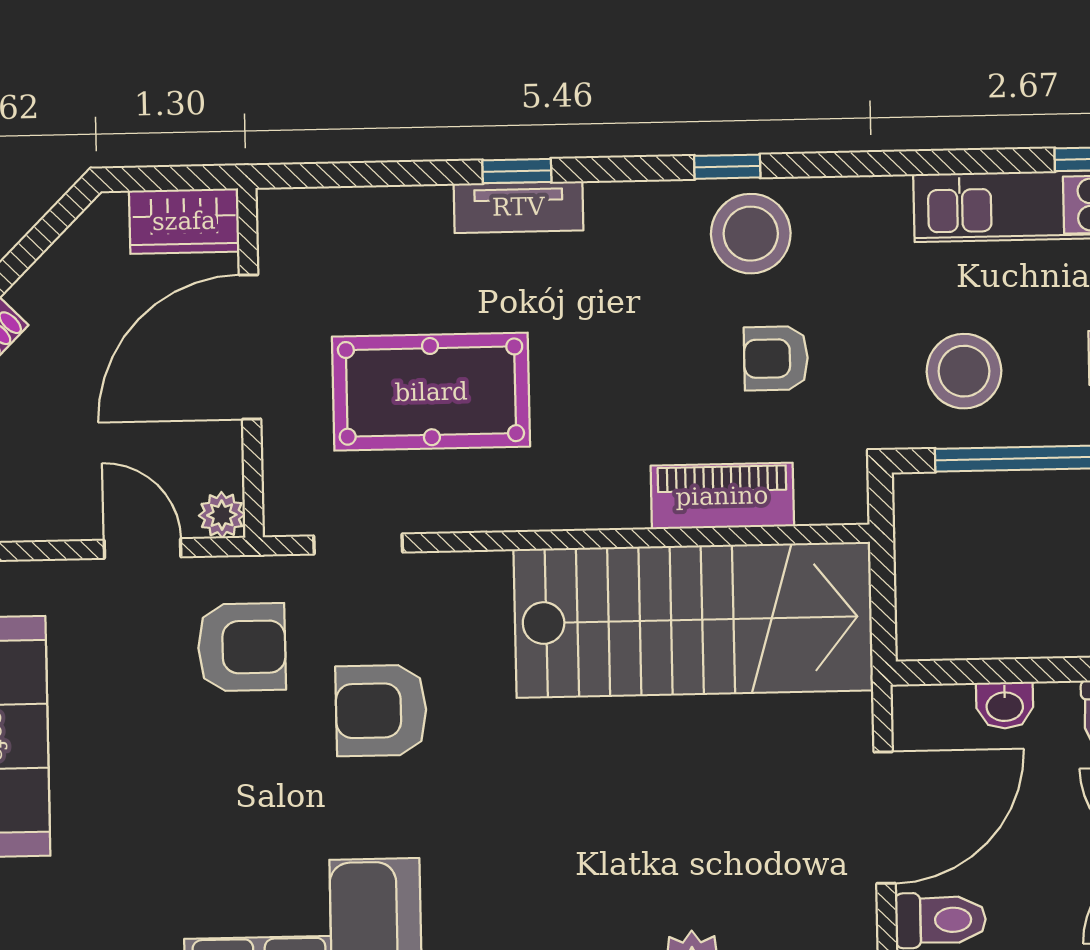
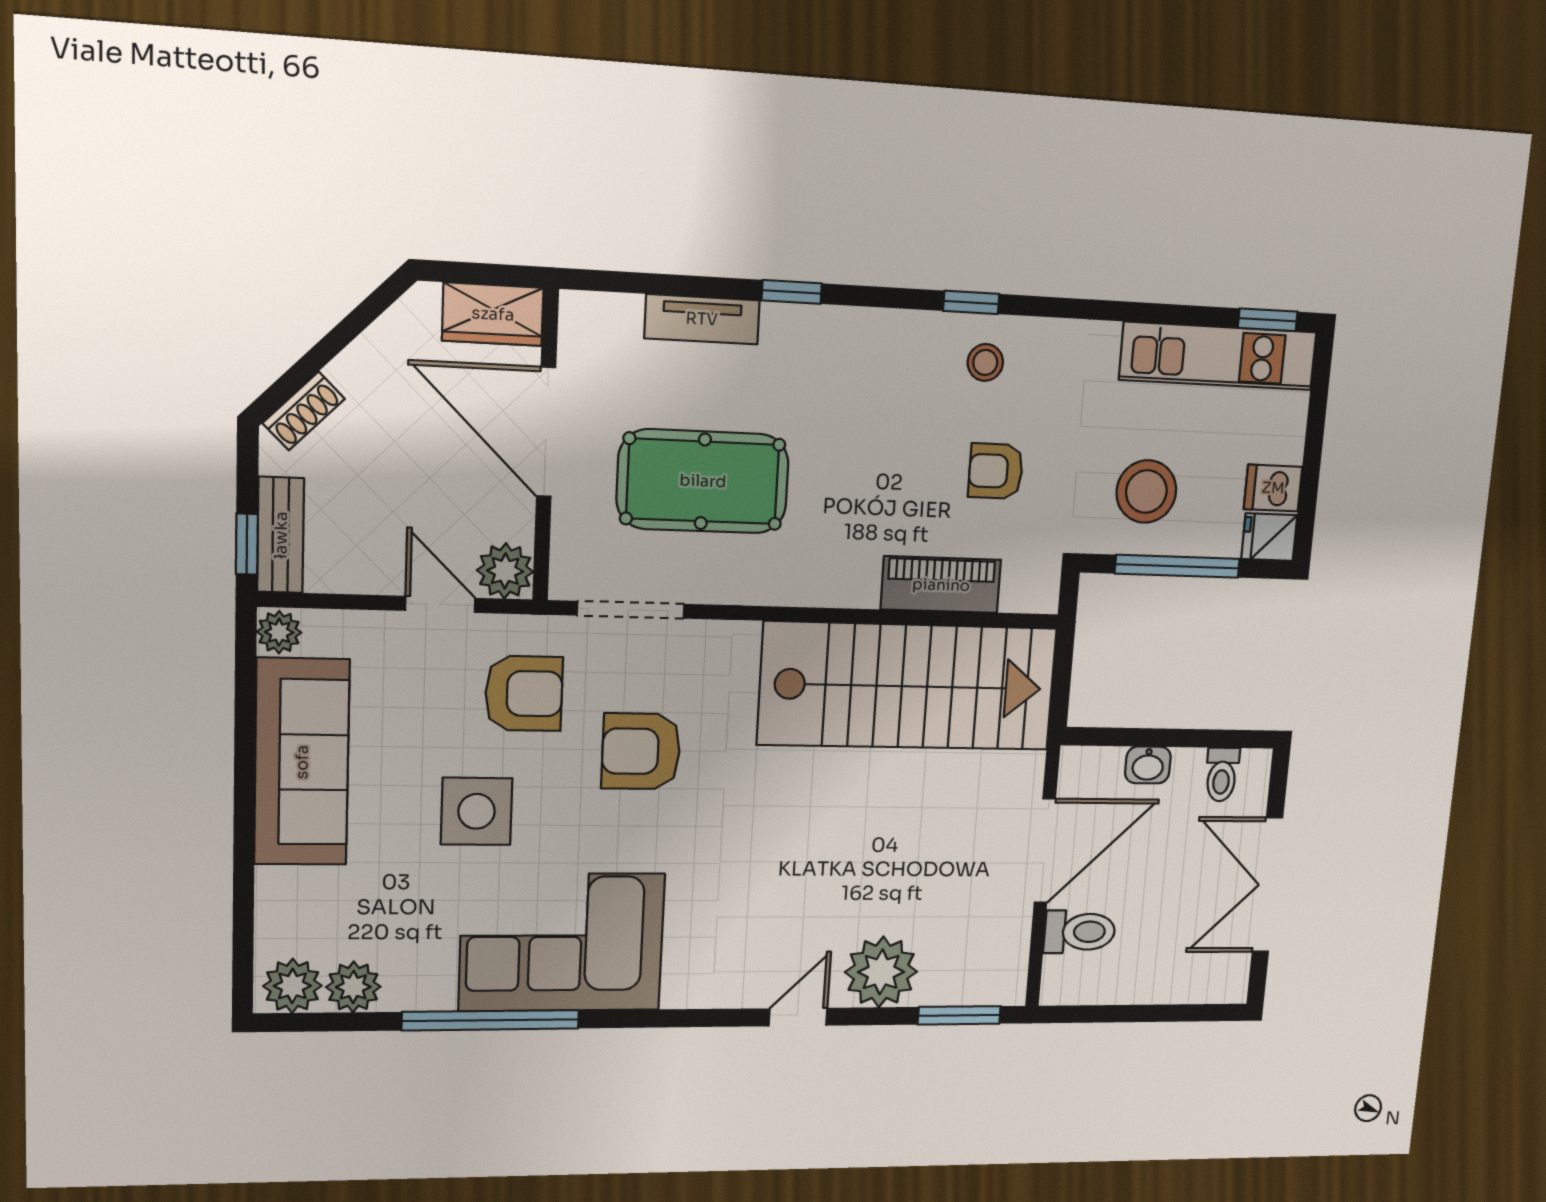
tv unit: (518, 207) -> (702, 319), moved
stool: (751, 234) -> (985, 362), width x0.53, depth x0.53
door: (250, 347) -> (546, 432), hinge flipped
plant: (222, 515) -> (505, 571), width x1.38, depth x1.38
doorway: (358, 544) -> (631, 610), width x1.38
side table: (195, 788) -> (477, 811), added

